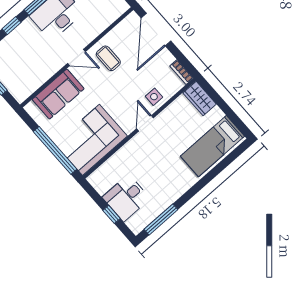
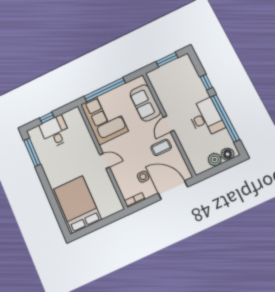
side table: (154, 97) -> (143, 177), moved
wardrobe: (200, 98) -> (111, 208), removed
bed: (213, 146) -> (77, 204), width x1.50

